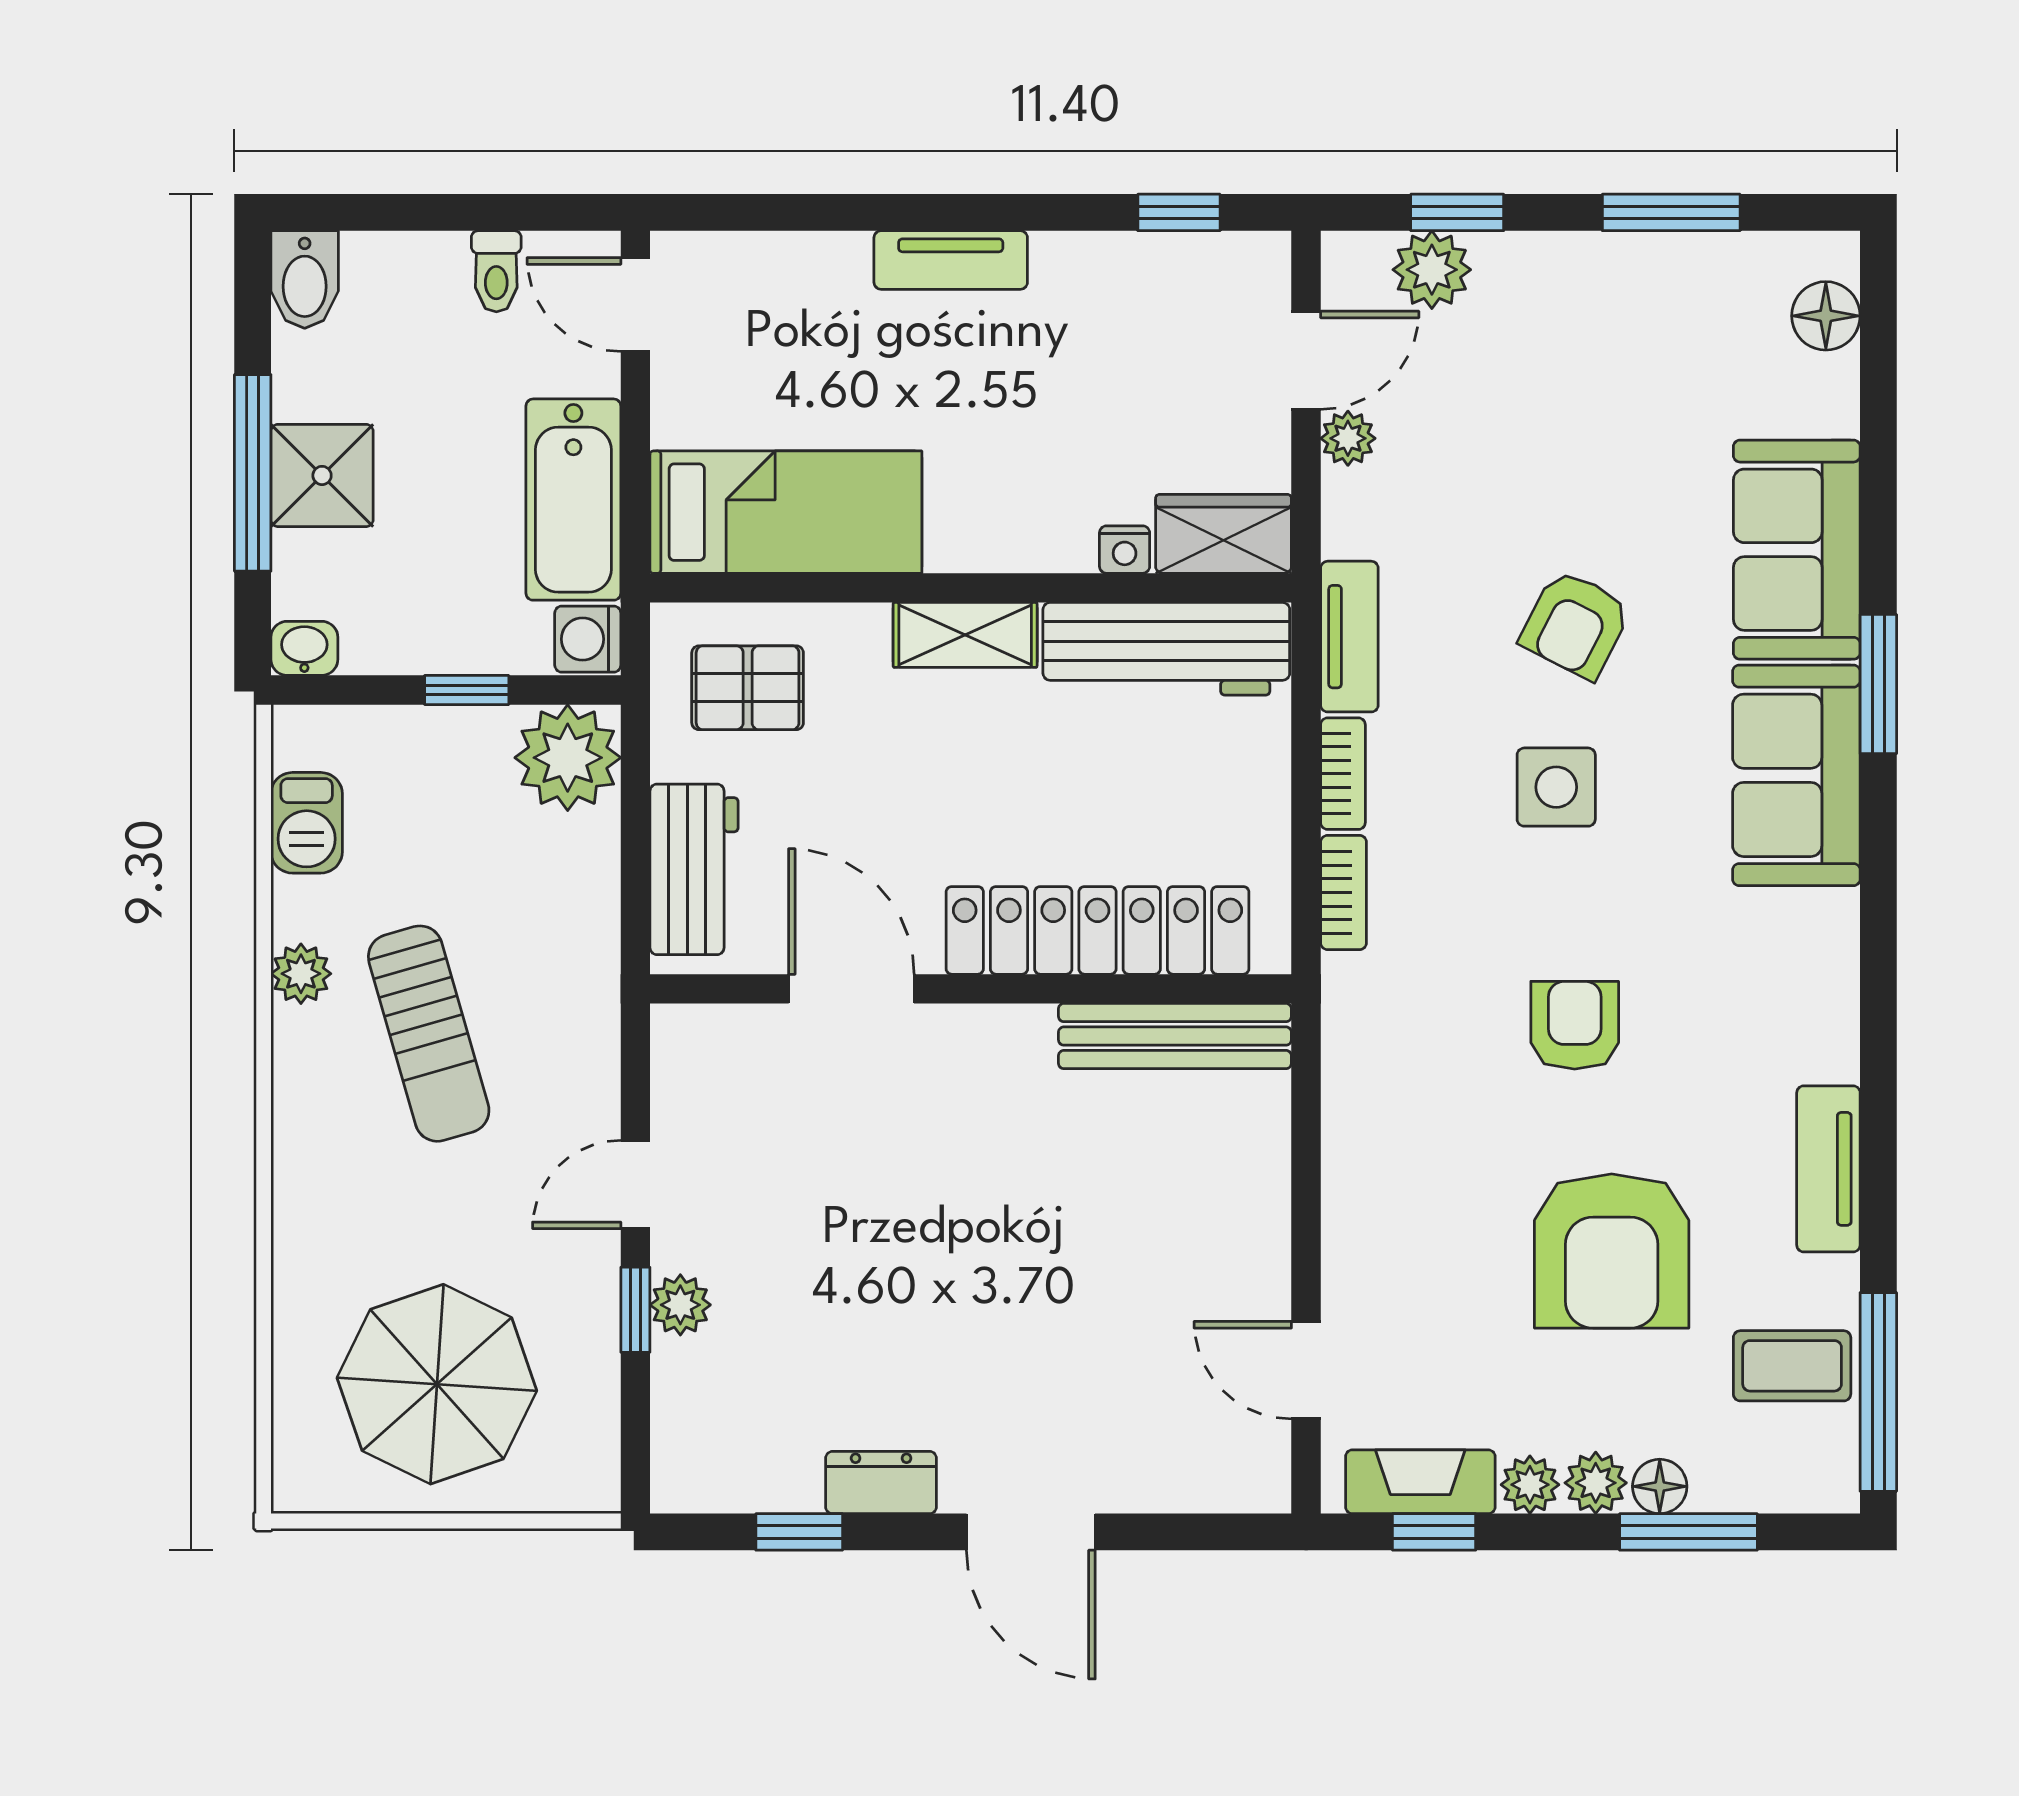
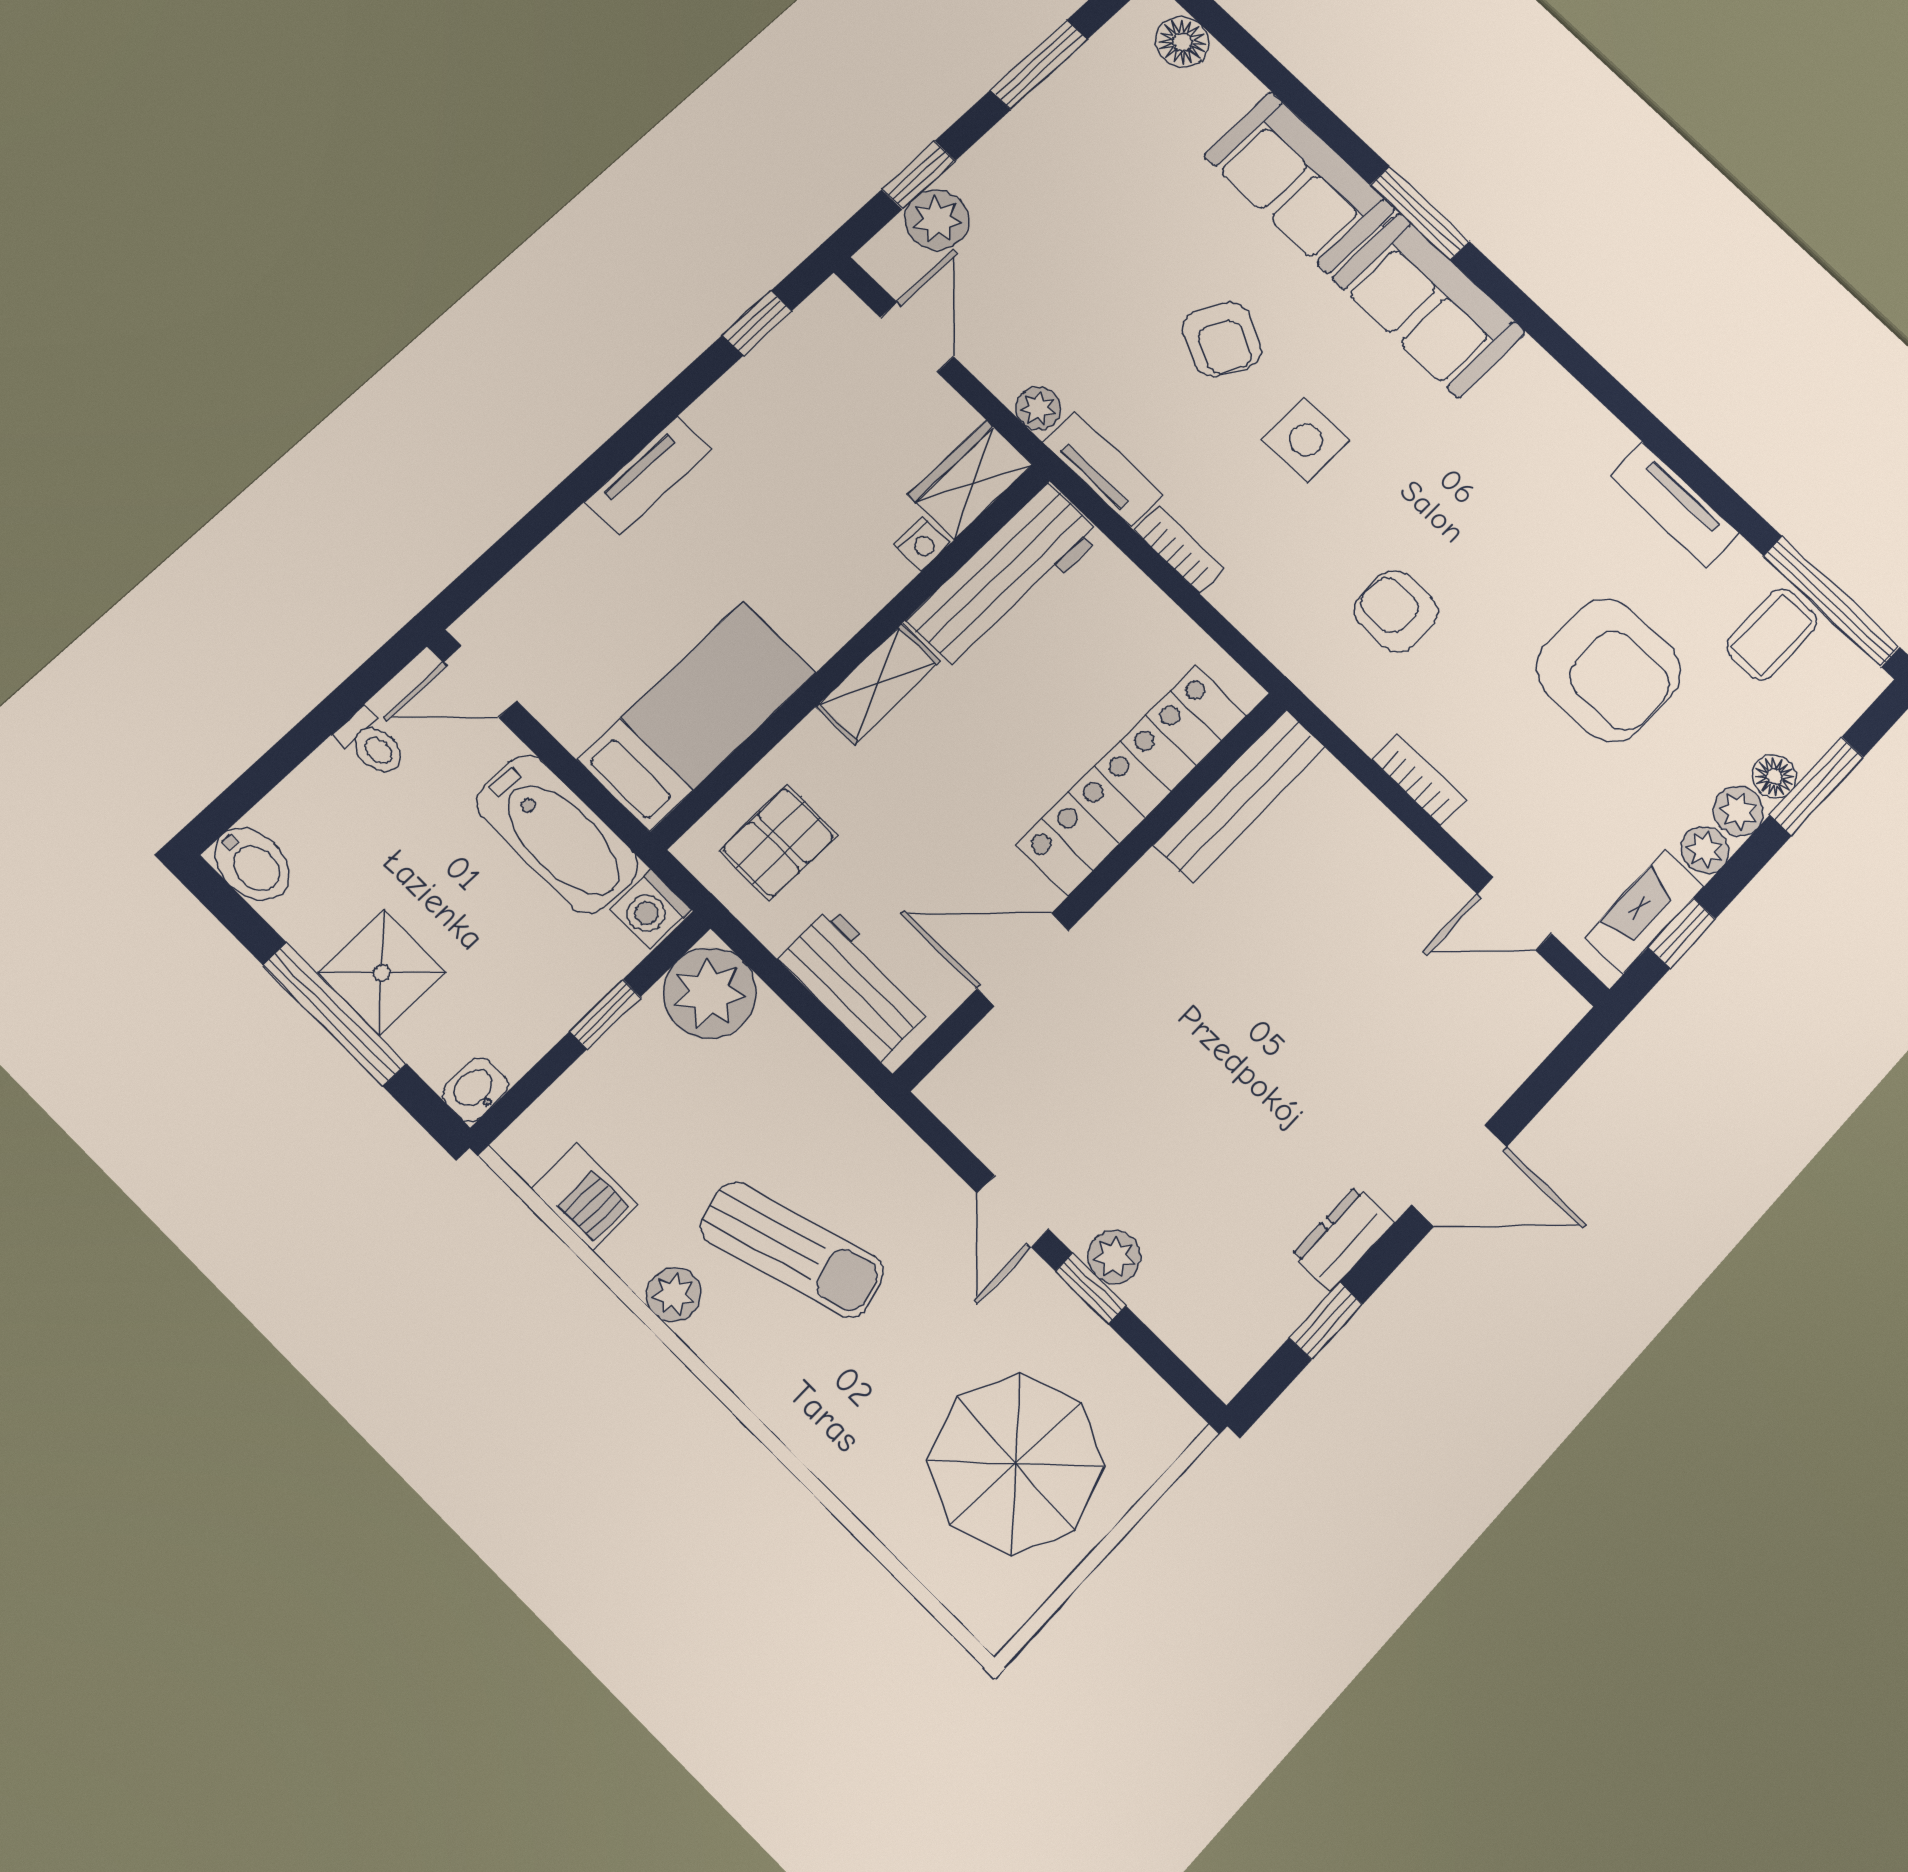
plant: (1348, 438) -> (1038, 408), moved
bookcase: (1344, 893) -> (1419, 780), moved
armchair: (1575, 1025) -> (1396, 611), moved

